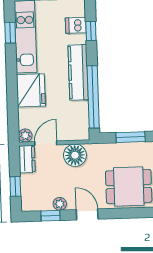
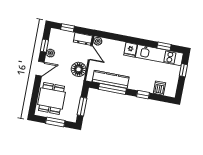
window: (91, 31) -> (143, 95), moved
kitchen counter: (78, 72) -> (111, 79), moved
fridge: (31, 90) -> (130, 50), width x0.53, depth x0.75
window: (93, 97) -> (112, 89), width x0.68

